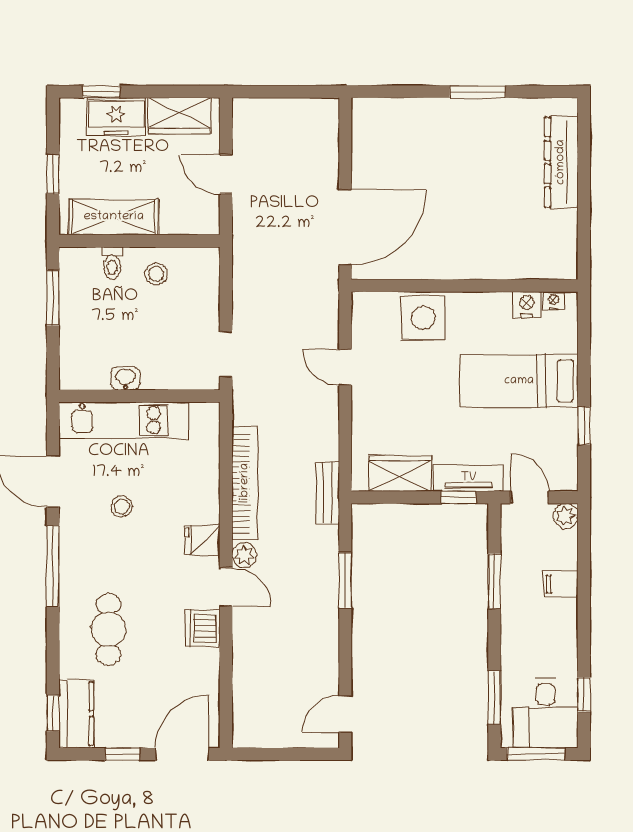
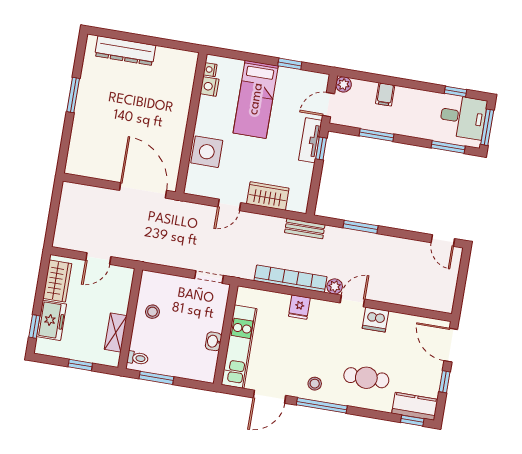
shelving: (114, 217) -> (116, 333), width x0.67, depth x0.75
toilet: (112, 263) -> (138, 358), moved
wardrobe: (400, 473) -> (268, 196), moved, turned 90
stool: (122, 506) -> (315, 384), moved
fridge: (202, 540) -> (299, 307), moved

